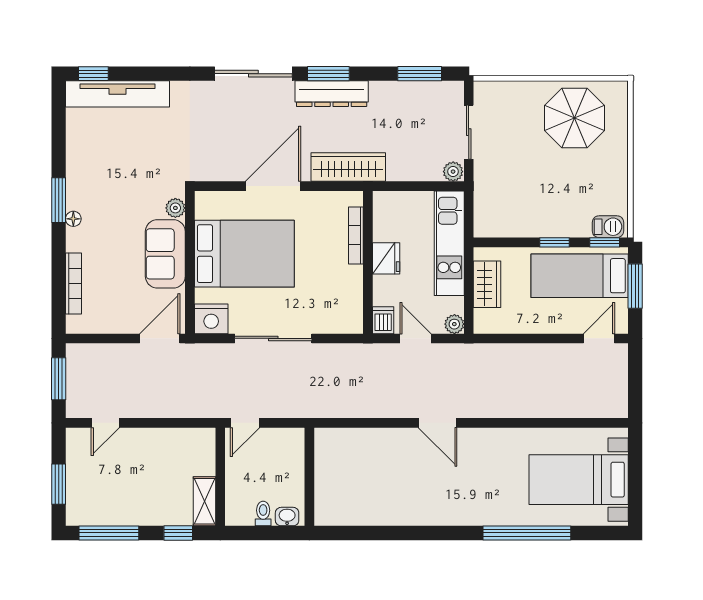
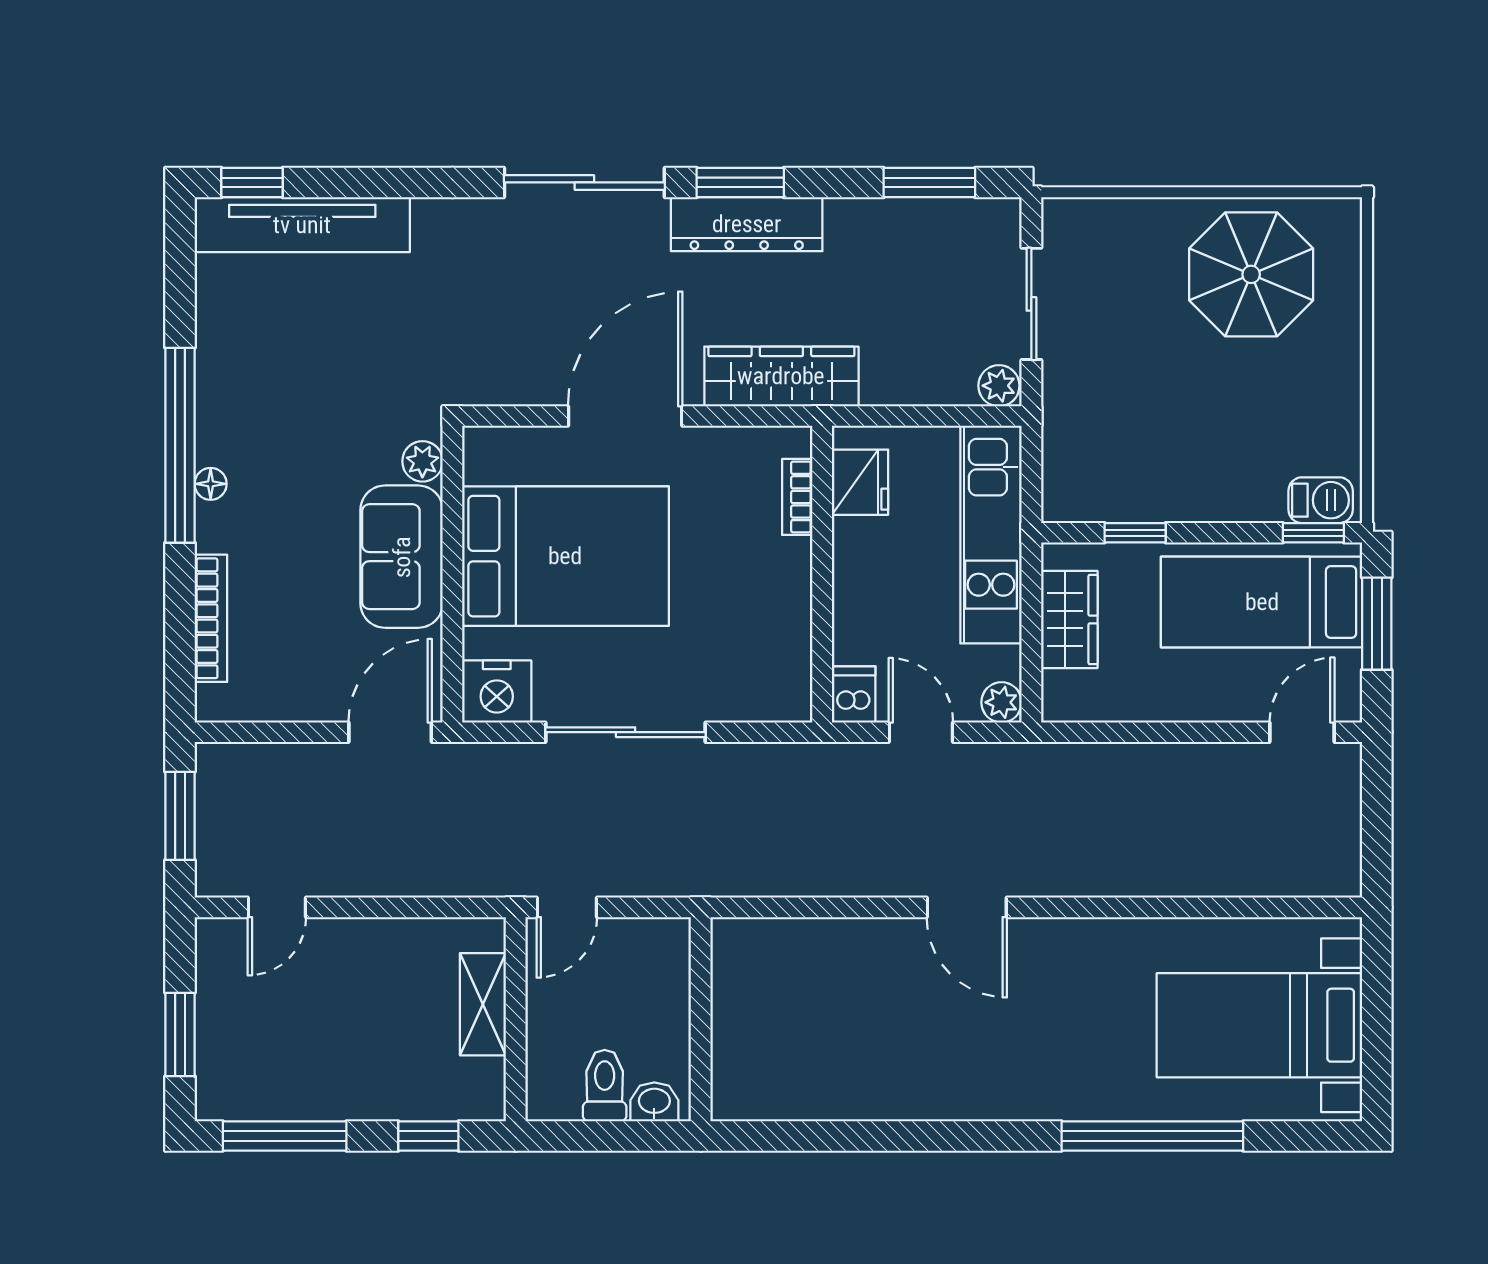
window: (59, 200) -> (180, 445), width x2.11
bookcase: (356, 235) -> (797, 497), width x0.64
window: (555, 242) -> (1135, 533), moved
fridge: (386, 258) -> (860, 482), moved
shelving: (205, 501) -> (483, 1004), moved
toilet: (263, 513) -> (605, 1086), width x1.37, depth x1.39

